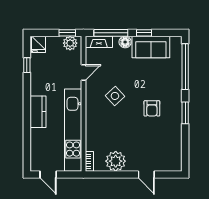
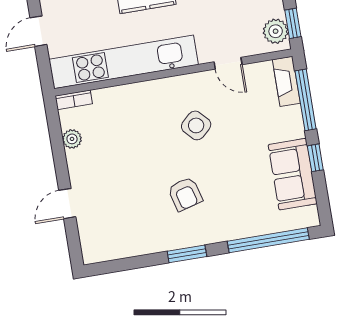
floor lamp: (125, 42) -> (294, 128), removed
armchair: (152, 108) -> (185, 194), turned -105
plant: (116, 161) -> (72, 139), width x0.53, depth x0.53

